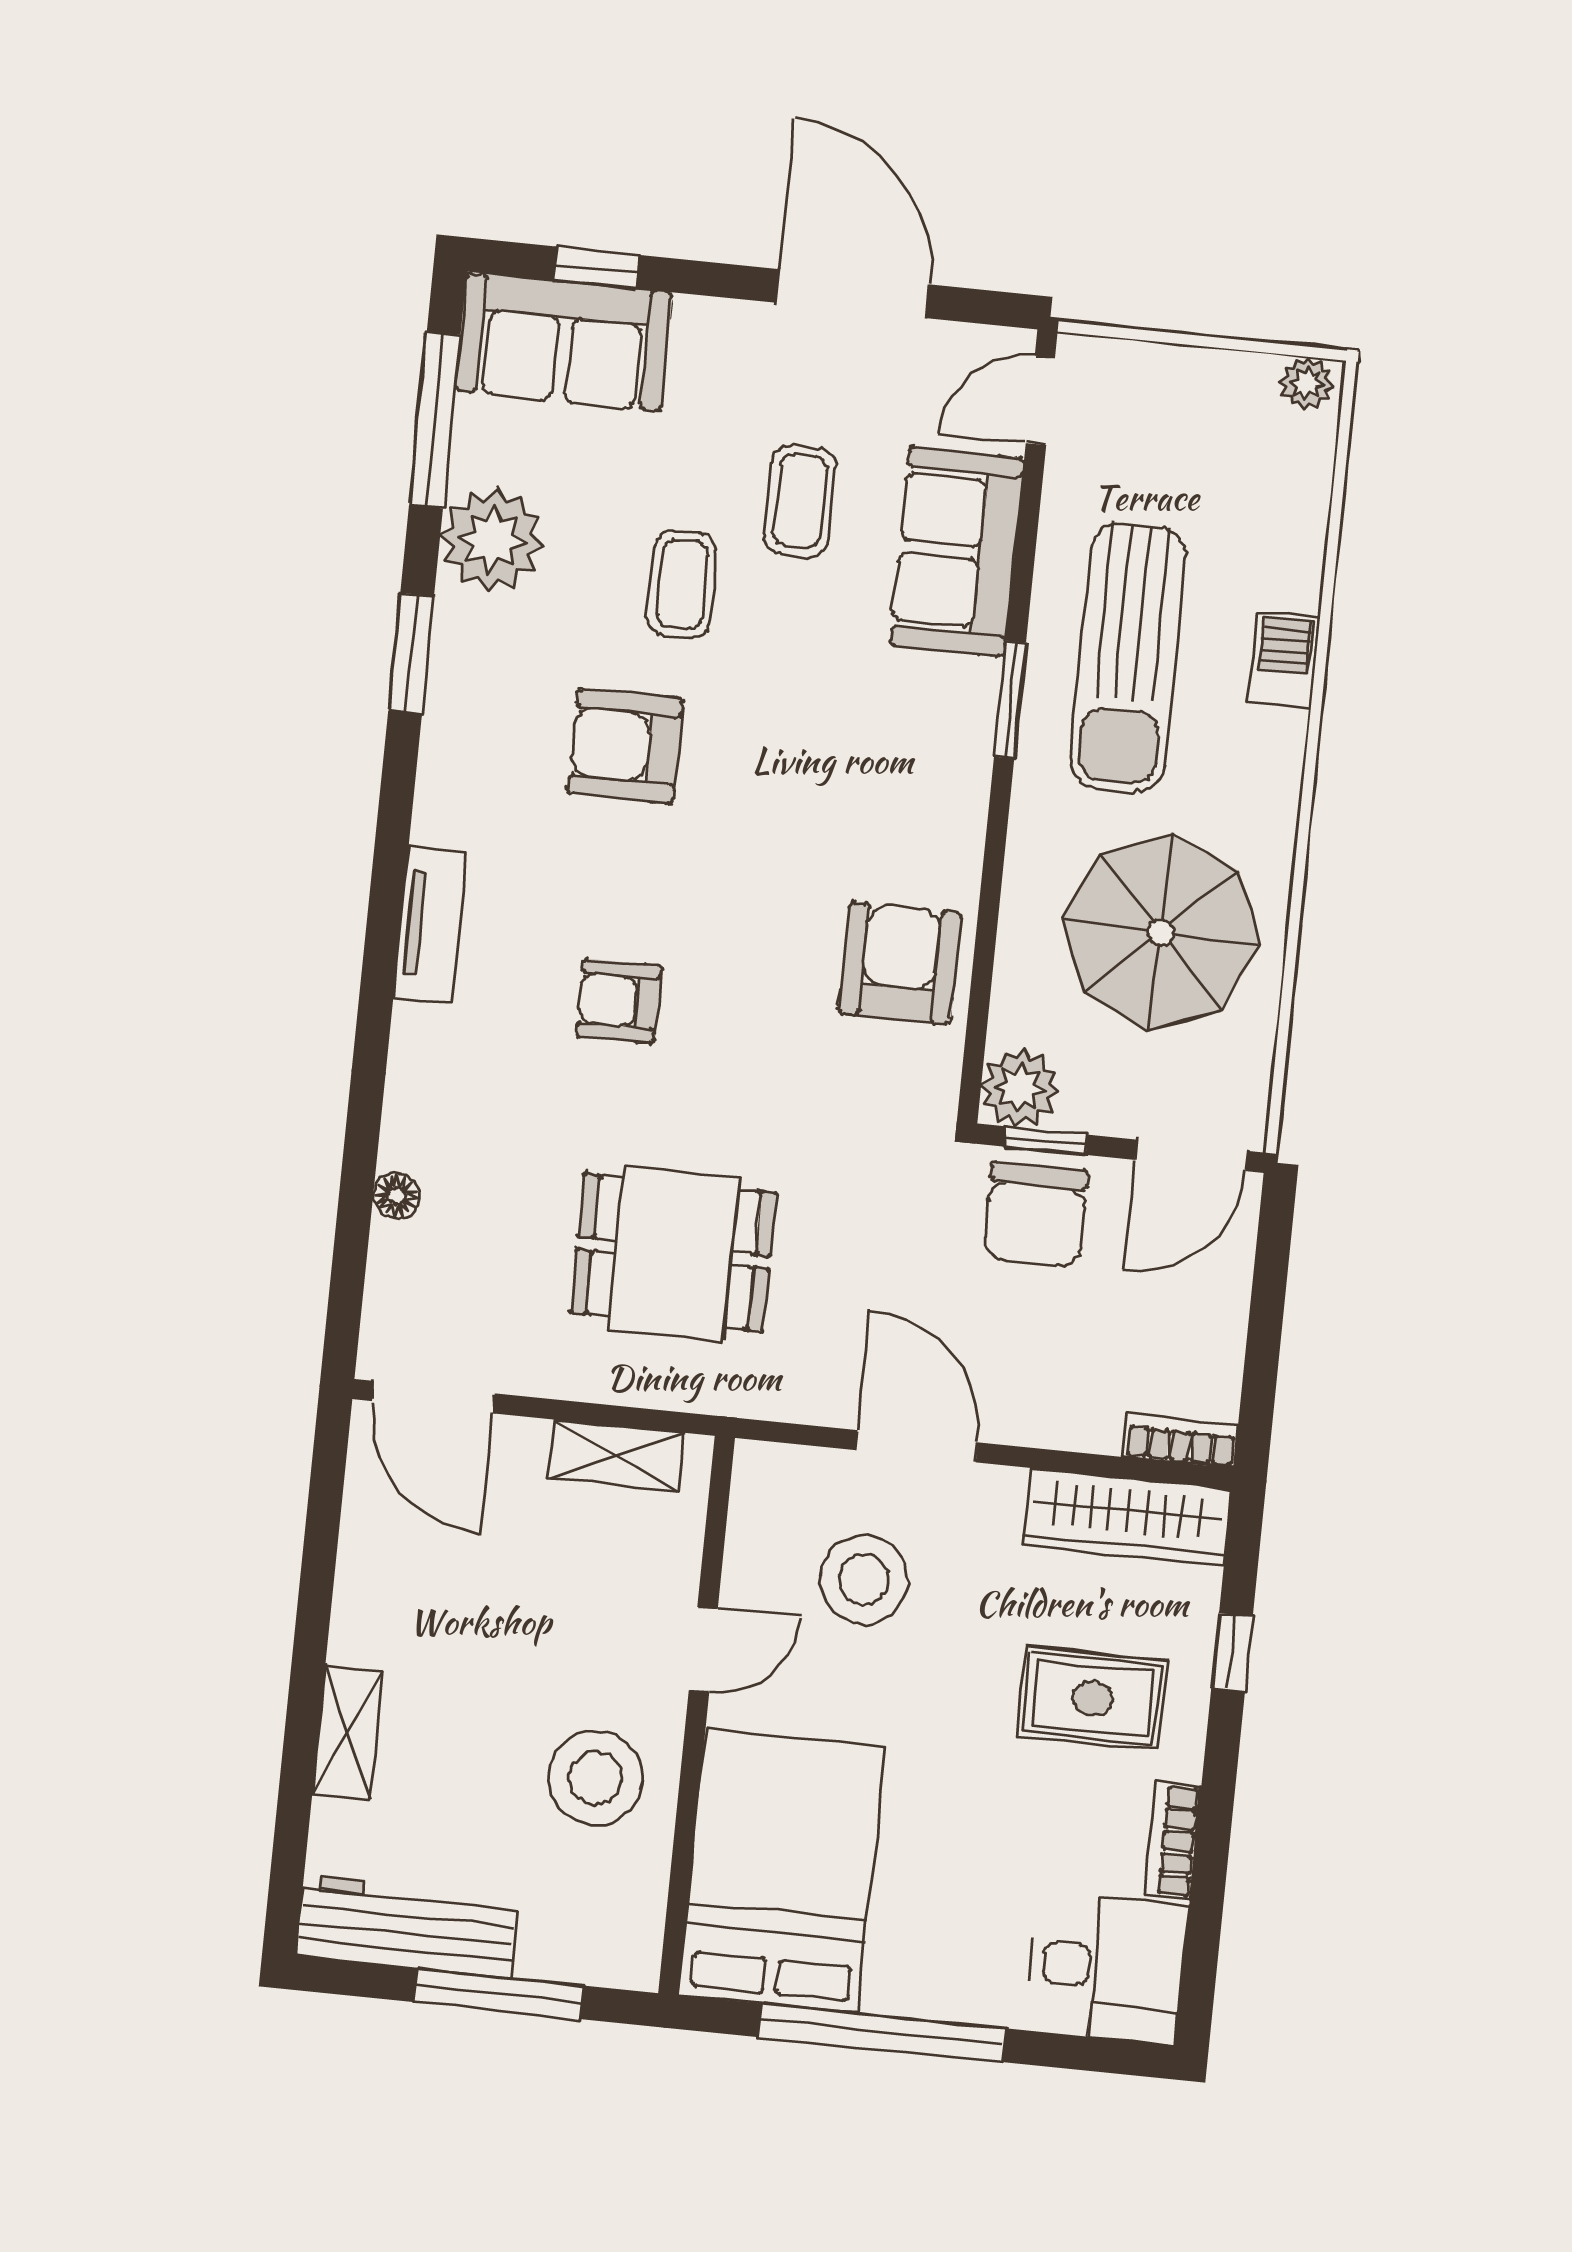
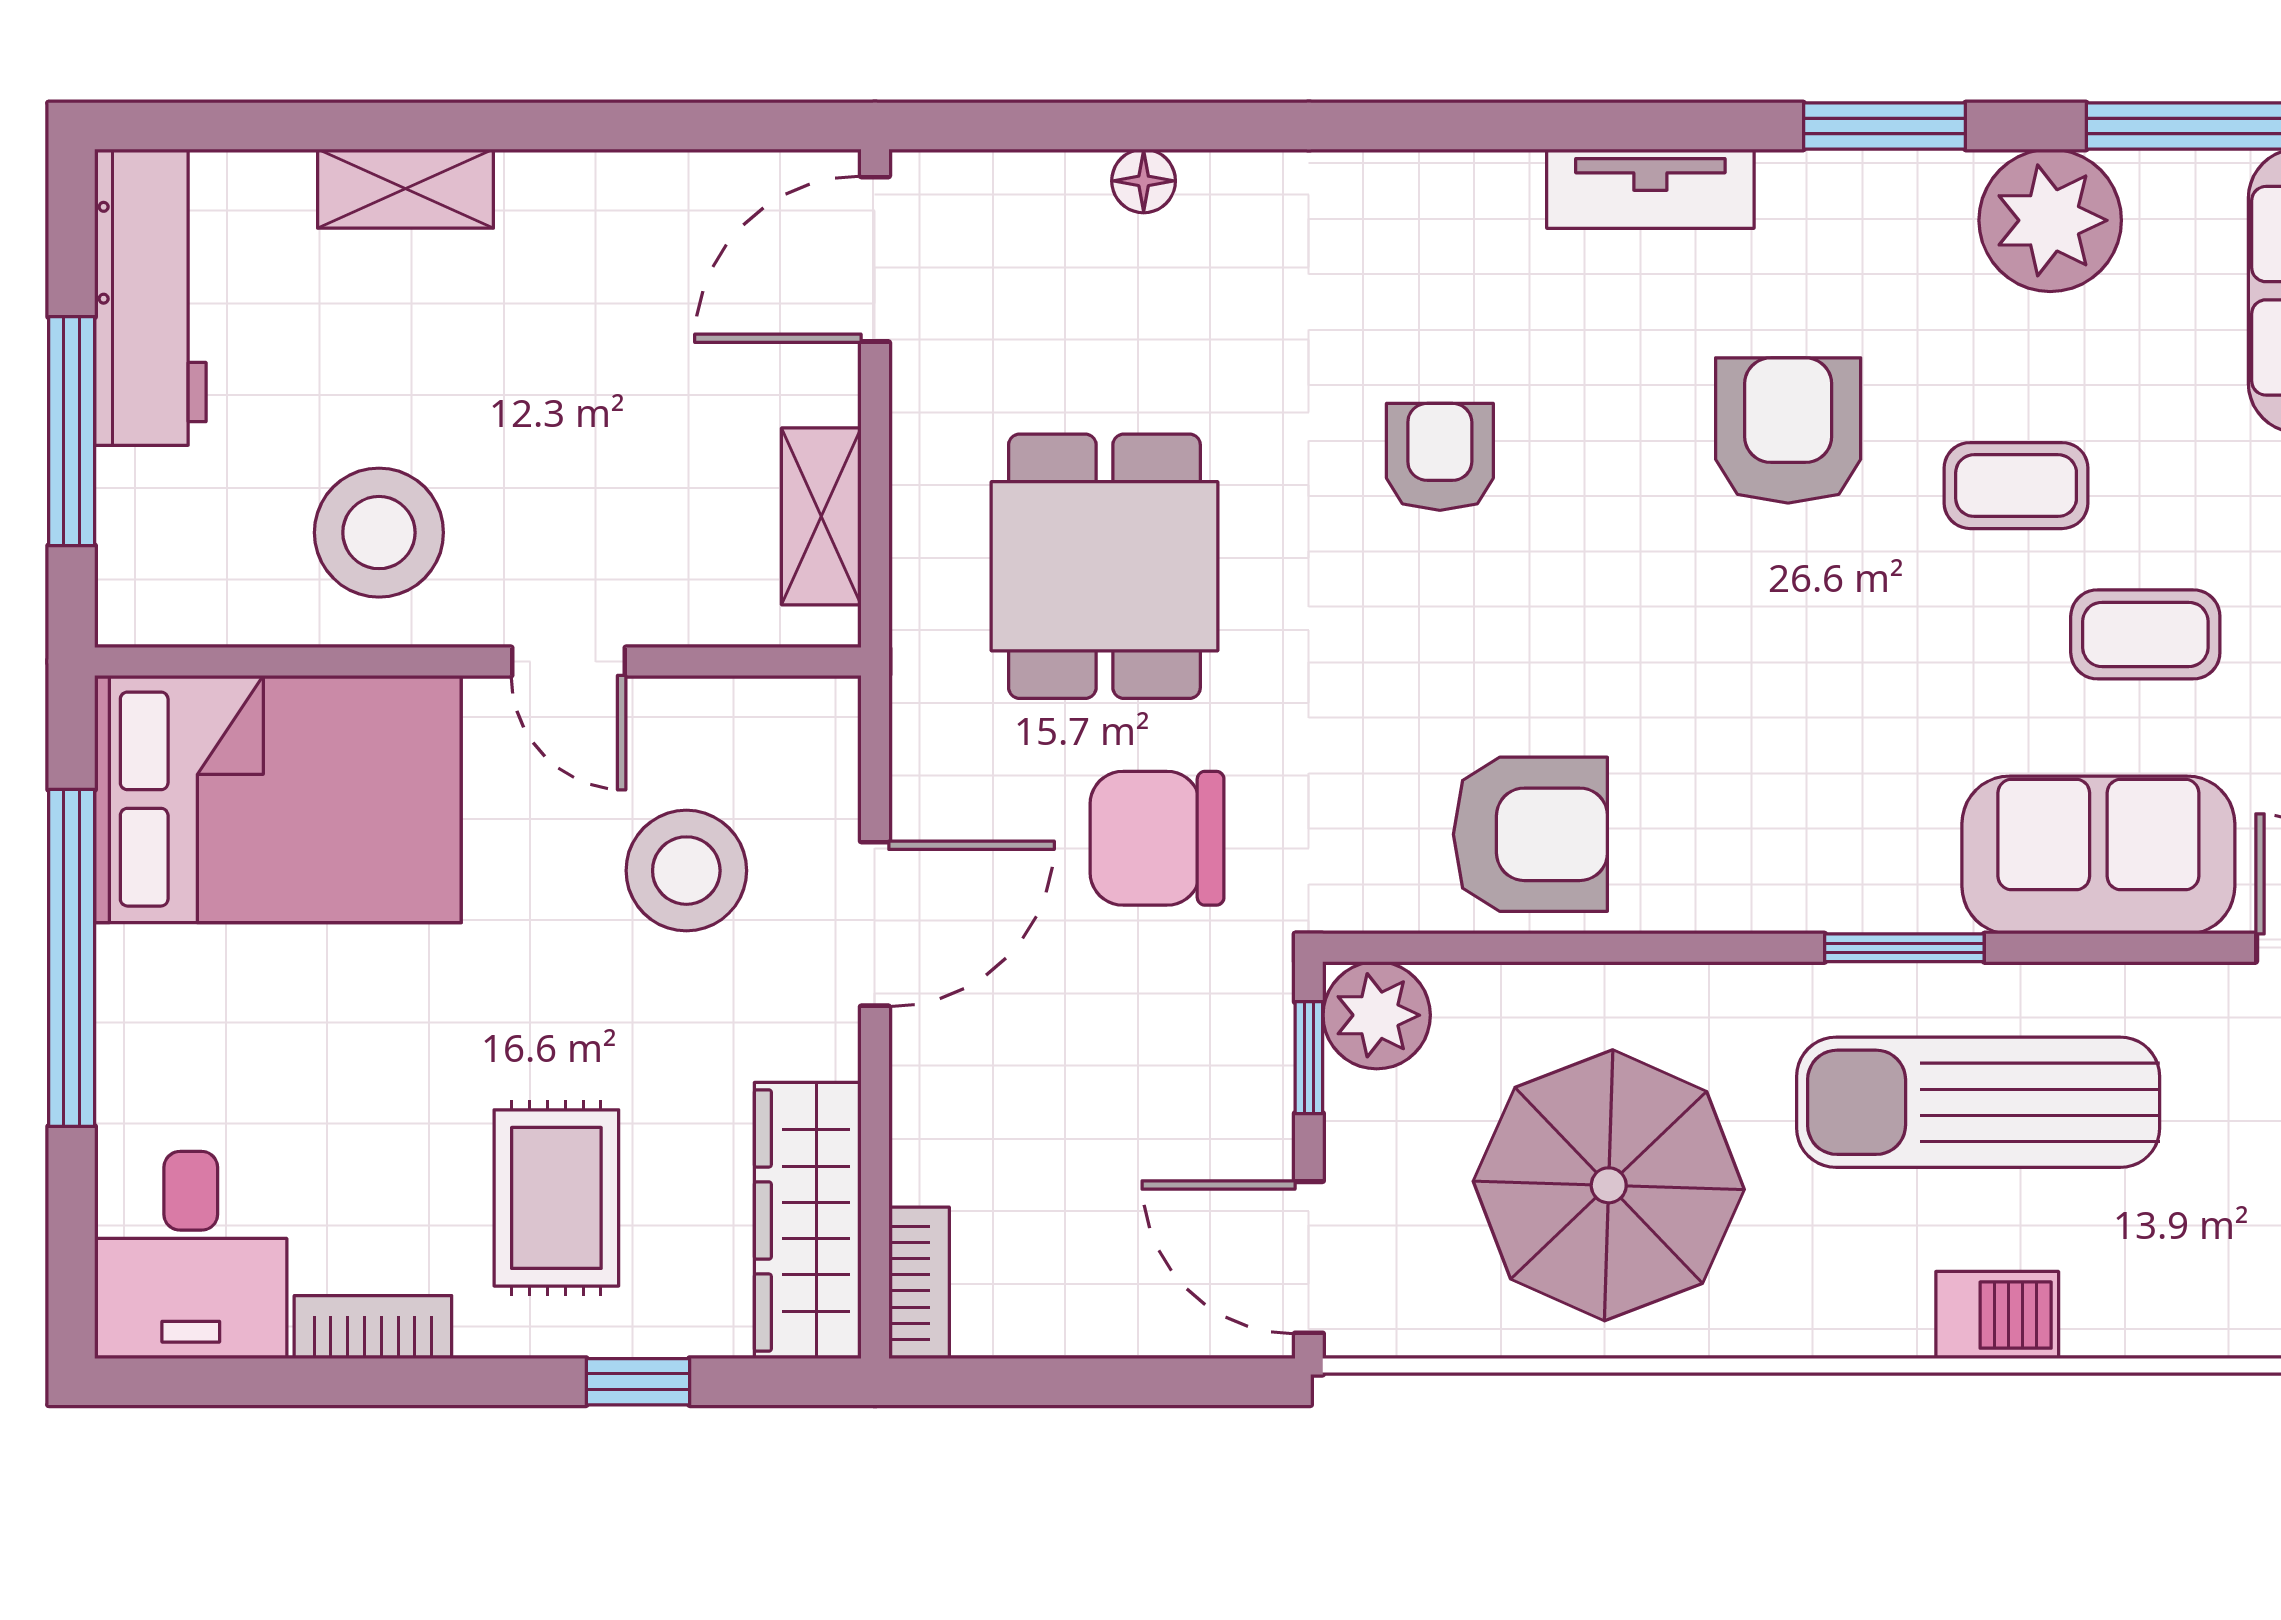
tv unit: (430, 924) -> (1650, 189), moved
chair: (1036, 1215) -> (1157, 838), moved

